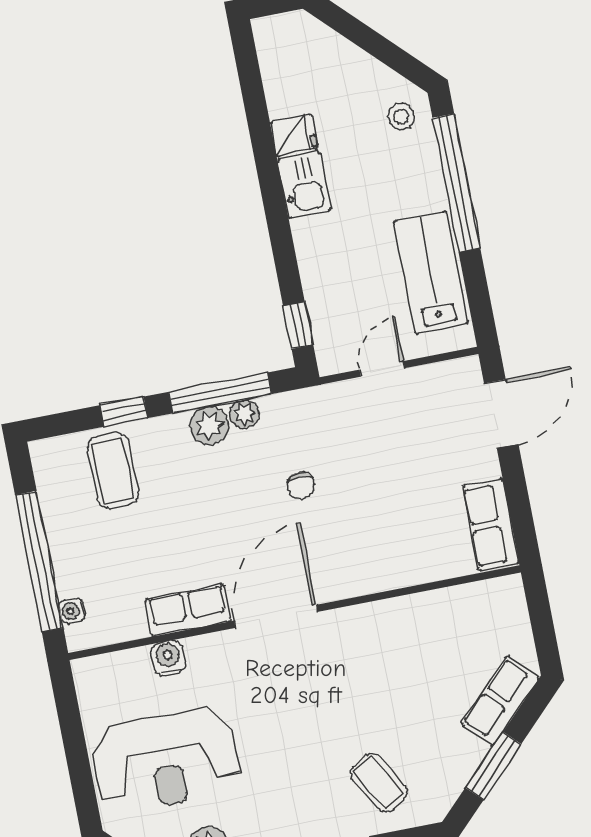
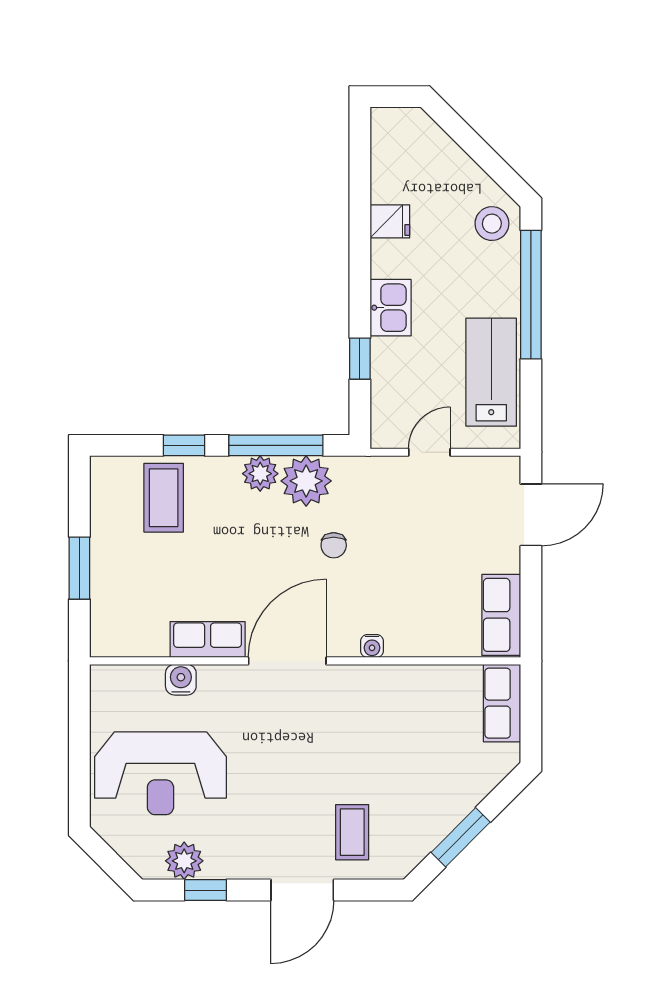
stool: (401, 117) -> (492, 224), width x1.37, depth x1.37
kitchen sink: (304, 185) -> (391, 308), moved
window: (298, 325) -> (360, 359), moved
plant: (244, 414) -> (306, 481), width x1.87, depth x1.87
window: (39, 561) -> (79, 568), width x0.47
water cooler: (72, 611) -> (372, 646), moved, turned -90
row of seats: (500, 701) -> (502, 703), moved, turned -45
coffee table: (379, 783) -> (352, 832), turned 31

